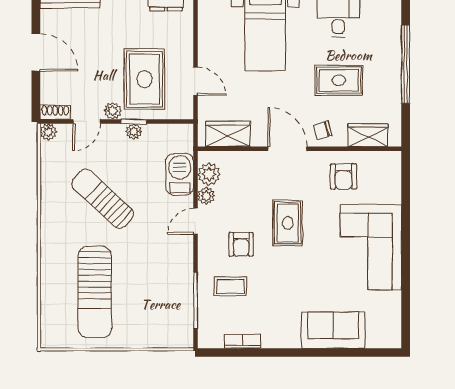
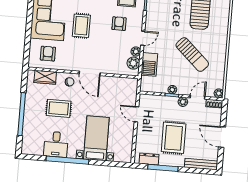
rug: (144, 79) -> (174, 138), moved
wardrobe: (228, 134) -> (121, 84), removed
armchair: (344, 177) -> (48, 54), moved
rug: (288, 223) -> (81, 26), moved

